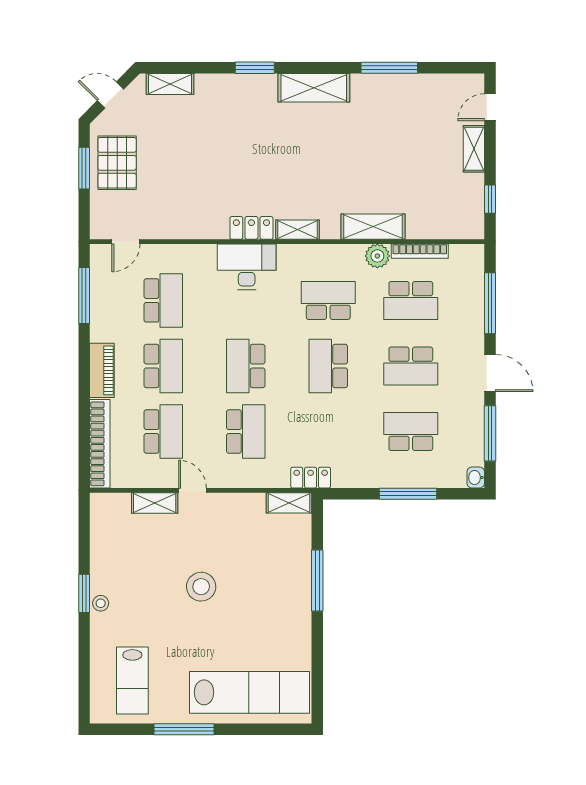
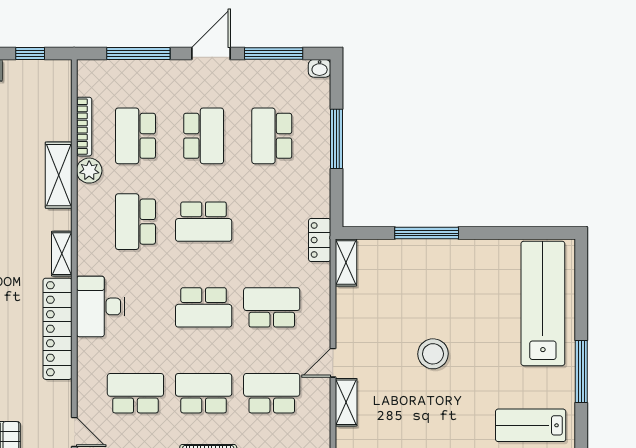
locker: (251, 228) -> (58, 329), width x2.16, depth x1.21
school desk: (411, 300) -> (135, 136), turned 180
lab bench: (132, 681) -> (531, 425), turned 180

